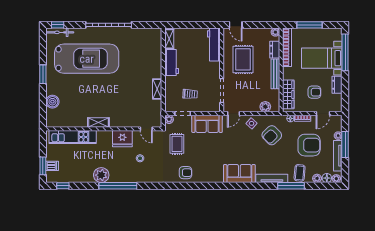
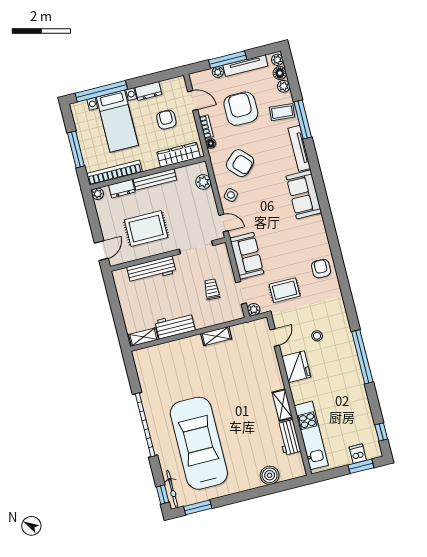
workbench: (214, 44) -> (151, 270), moved
window: (43, 74) -> (198, 507), moved
workbench: (75, 121) -> (289, 437), added
plant: (101, 175) -> (353, 383), removed

